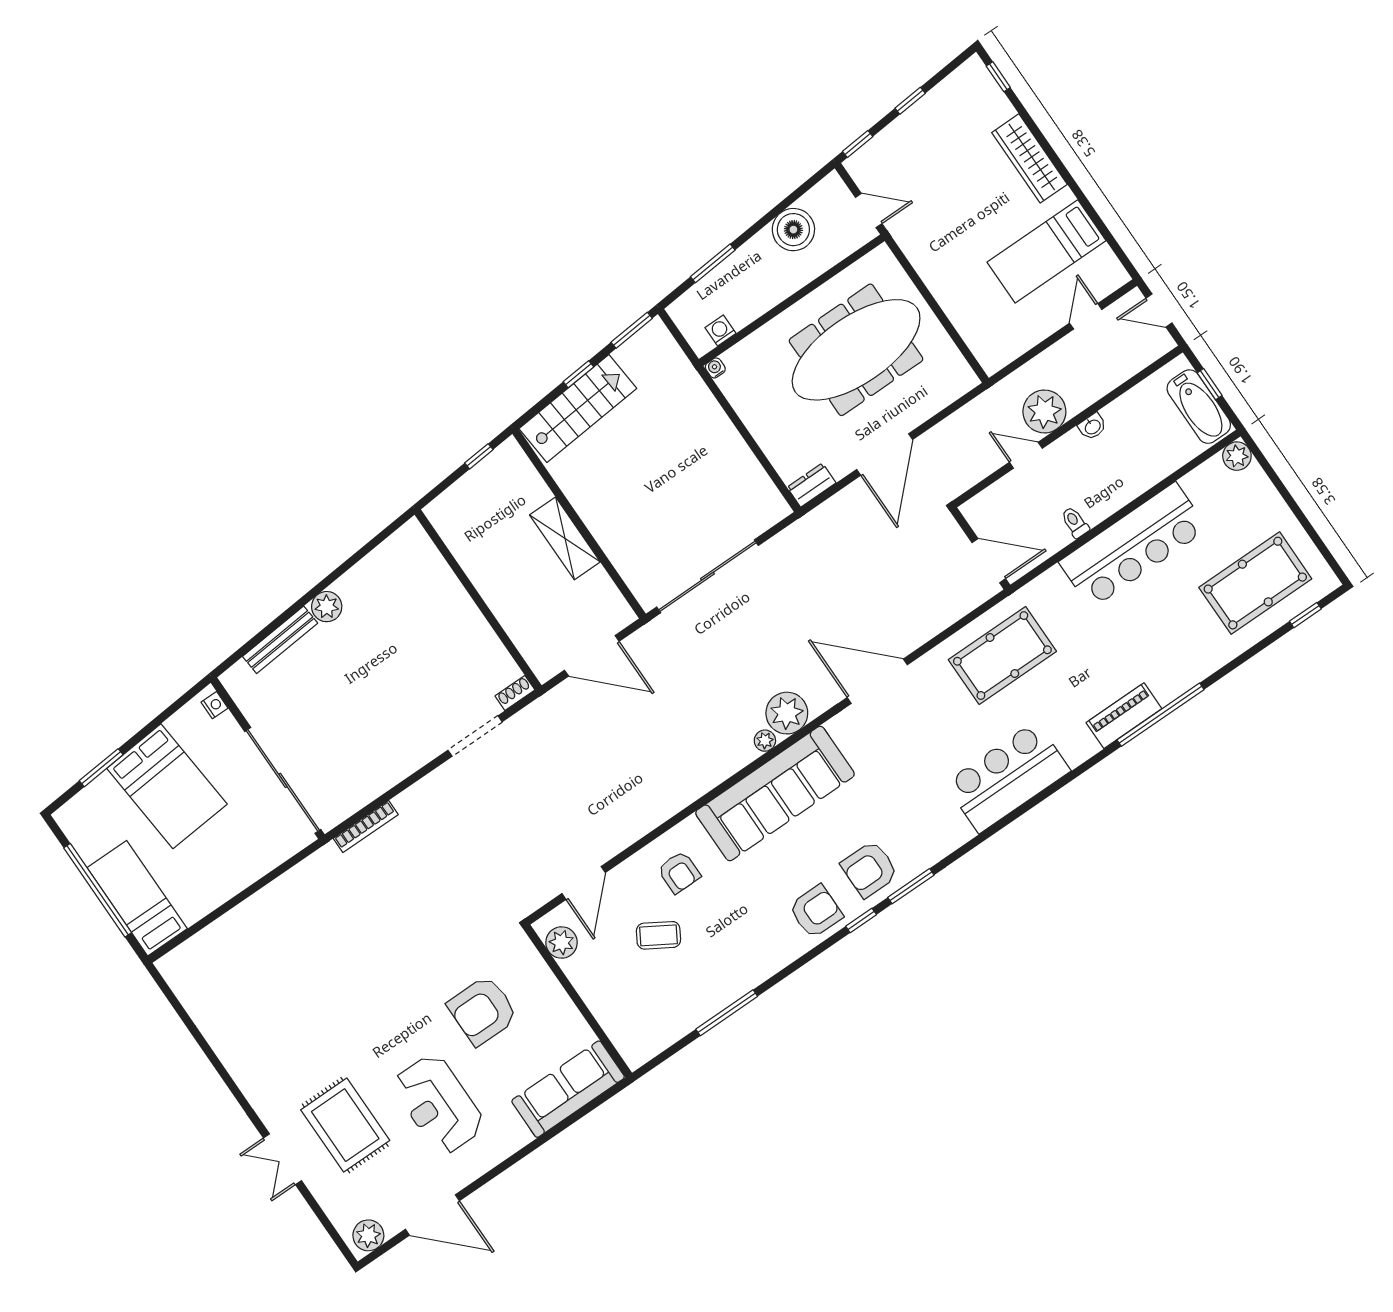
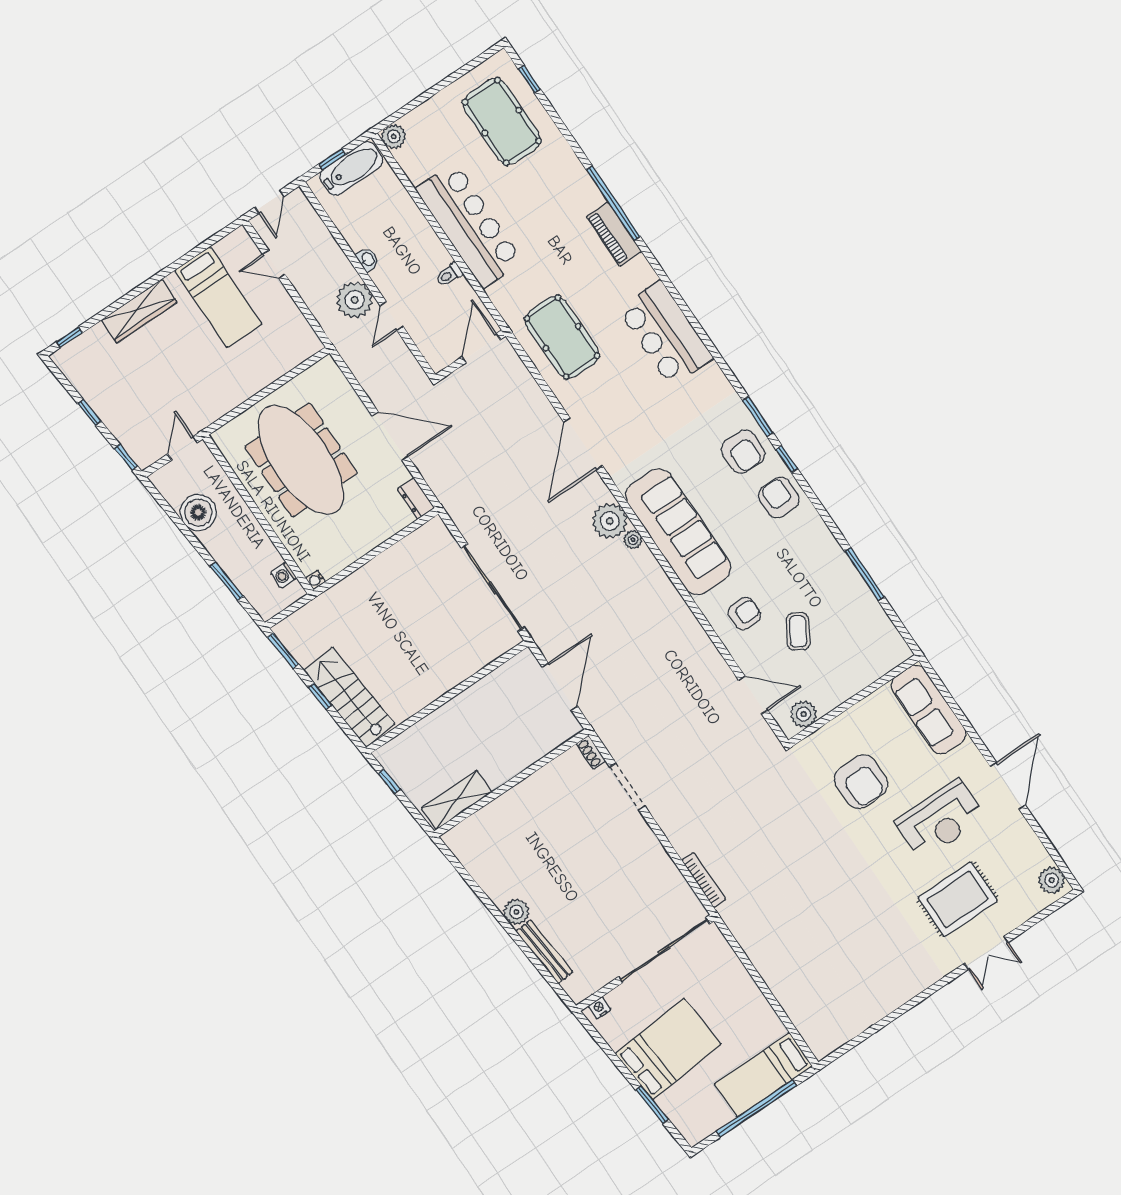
shelving: (565, 538) -> (457, 800), moved
door: (432, 1215) -> (1008, 786), moved

